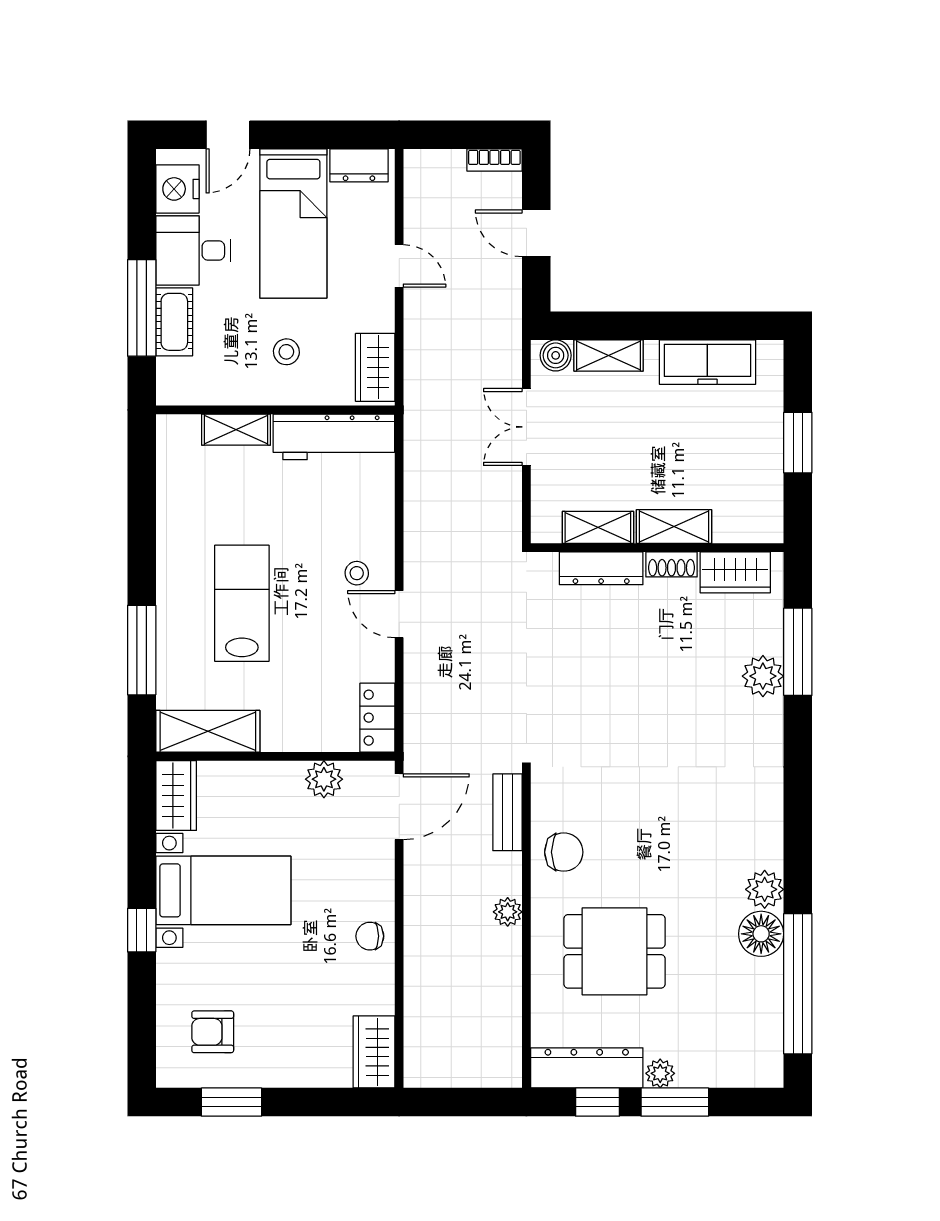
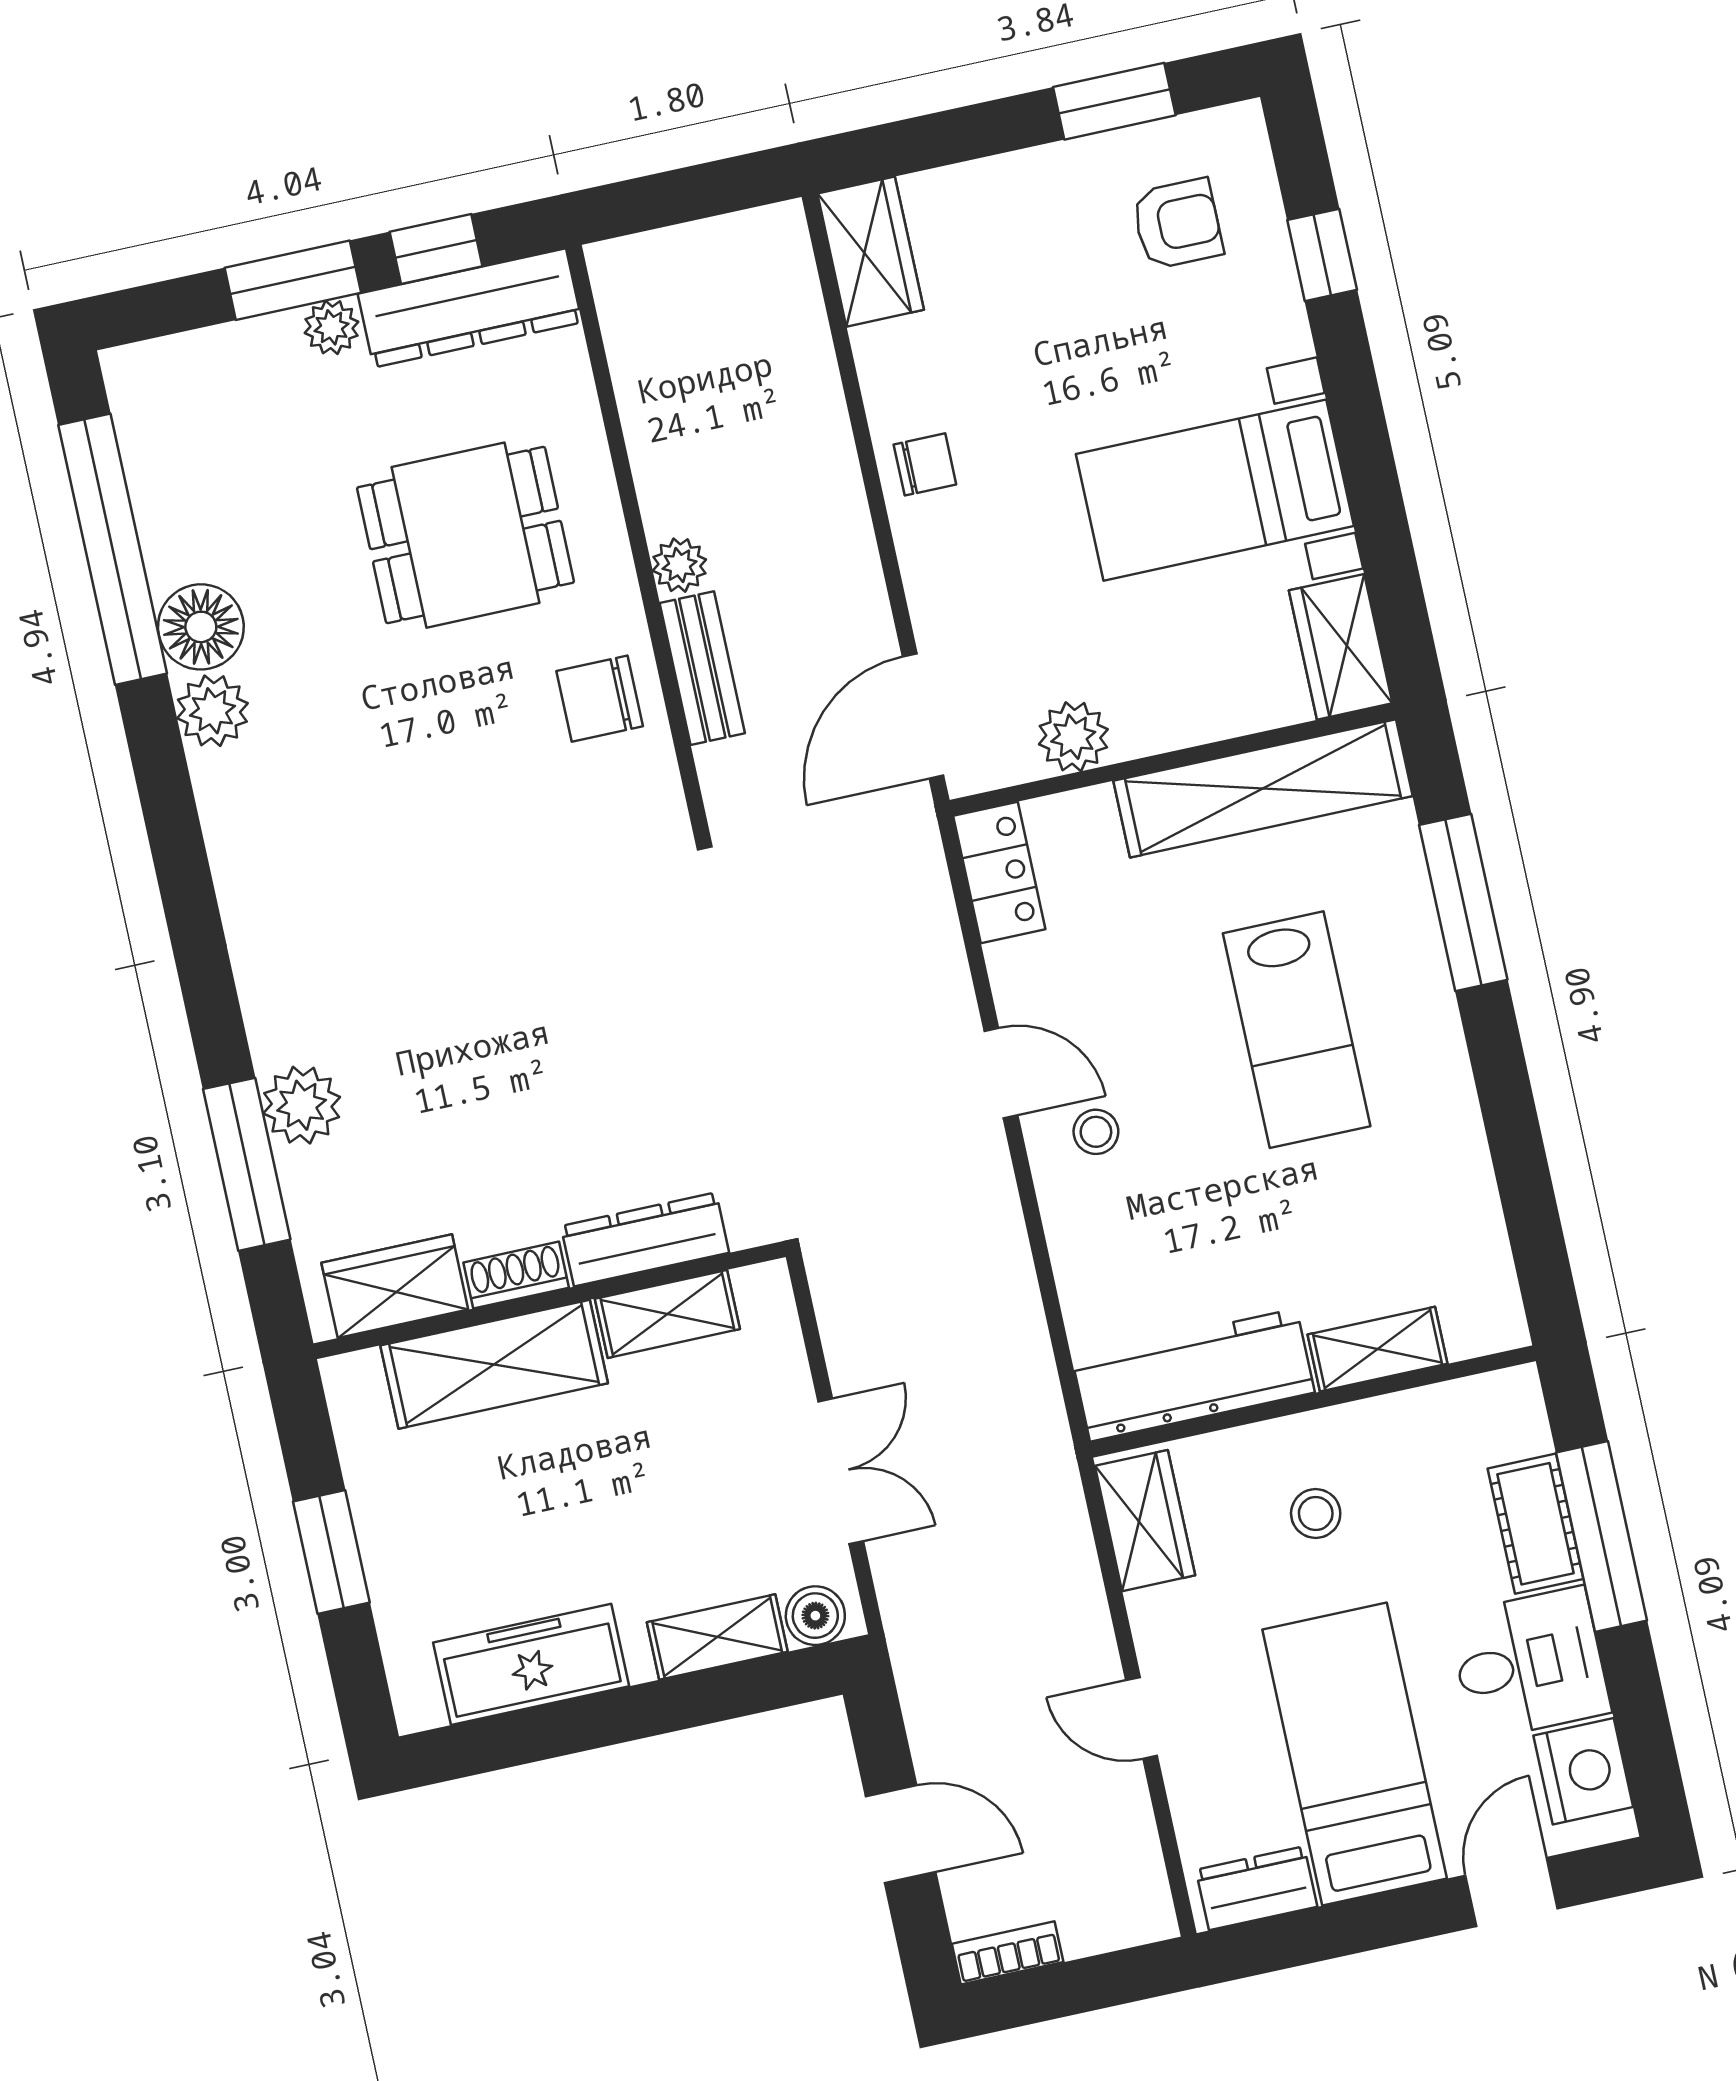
shelving: (674, 527) -> (494, 1364), width x1.50, depth x1.33
shelving: (208, 731) -> (1263, 788), width x1.47
bench: (507, 812) -> (702, 668), moved
window: (142, 930) -> (1322, 255), moved

